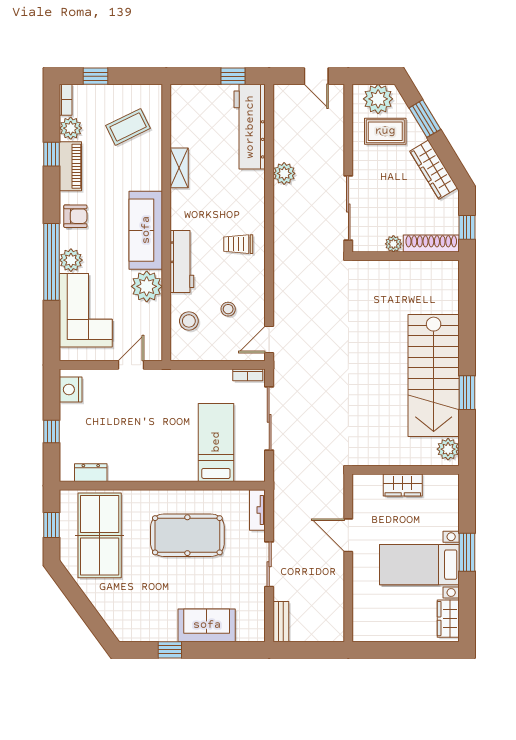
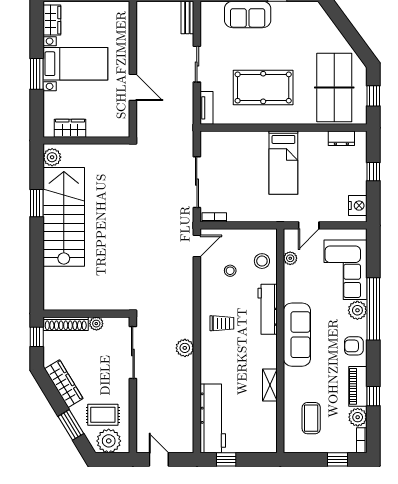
coffee table: (128, 127) -> (311, 418), turned -64
plant: (284, 173) -> (185, 348), moved
plant: (147, 286) -> (290, 258), moved, width x0.53, depth x0.53
bed: (216, 442) -> (283, 163), moved
wardrobe: (403, 485) -> (70, 128), moved

